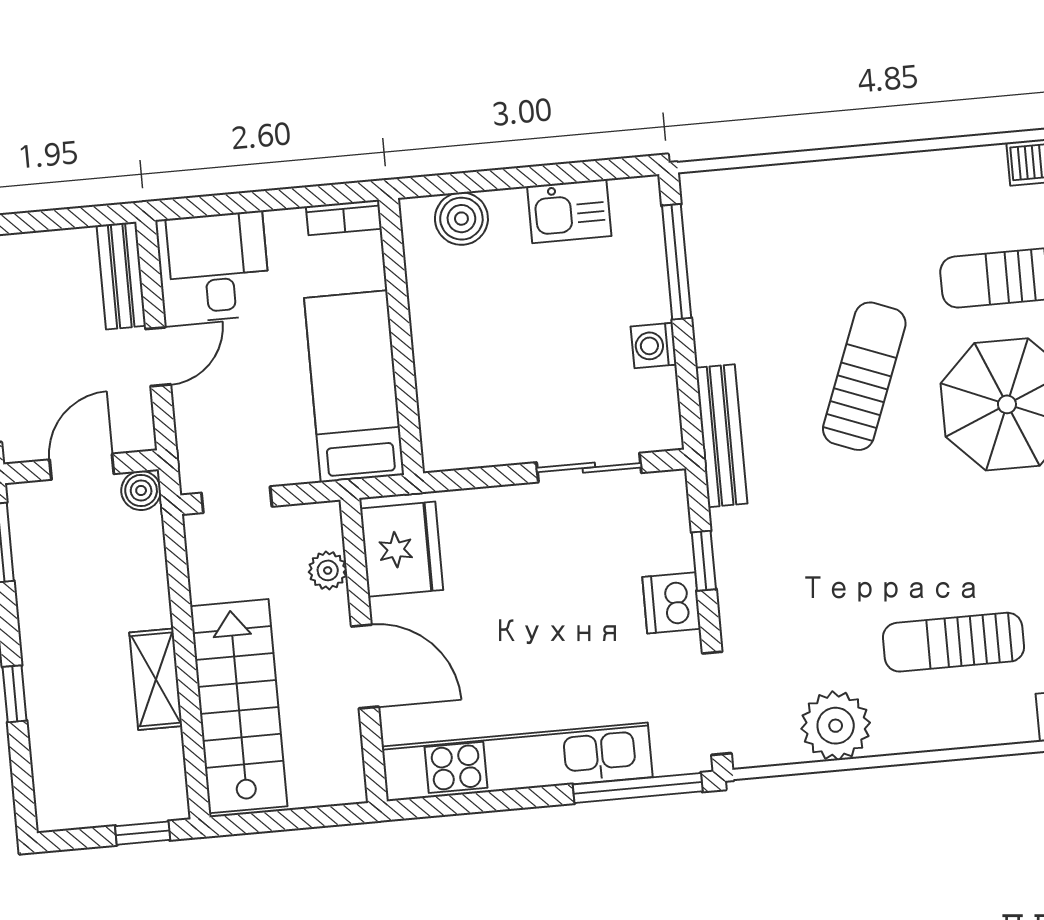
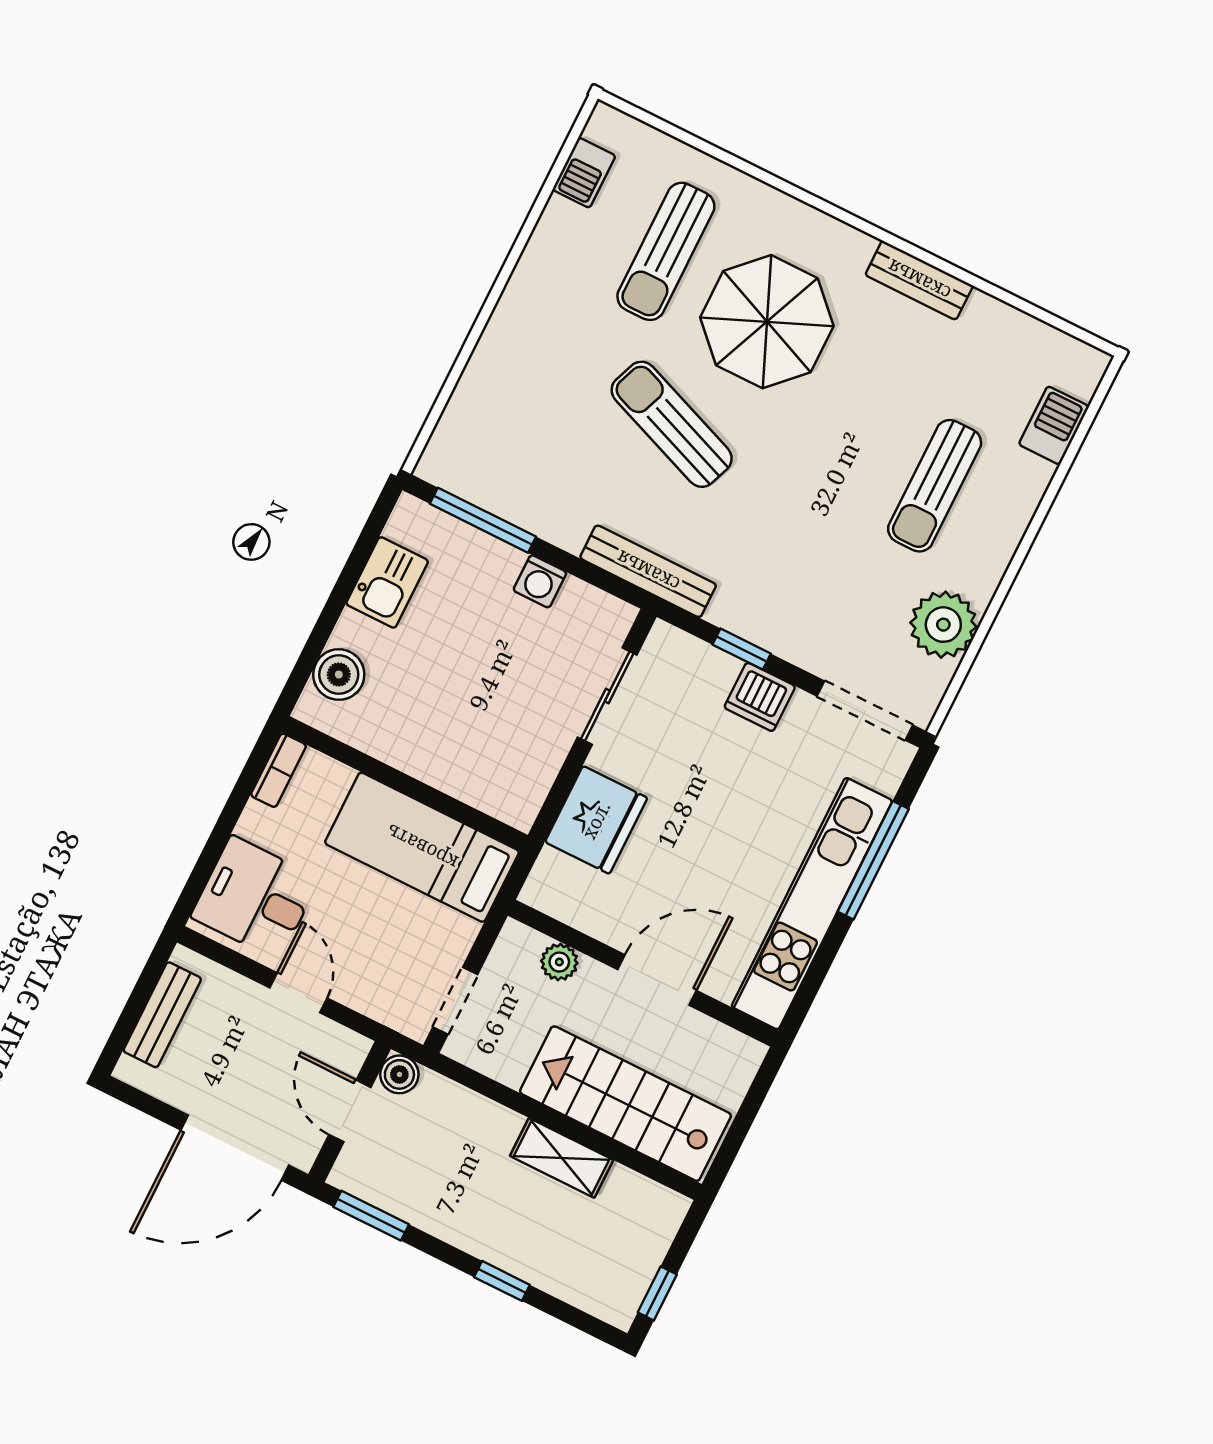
bench: (121, 276) -> (162, 1015), moved, turned 90
fridge: (402, 549) -> (596, 820), moved, turned 90
window: (638, 788) -> (873, 860), moved
window: (143, 833) -> (657, 1293), moved

